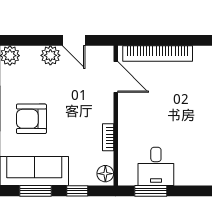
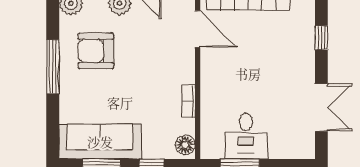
armchair: (31, 119) -> (96, 51), moved

